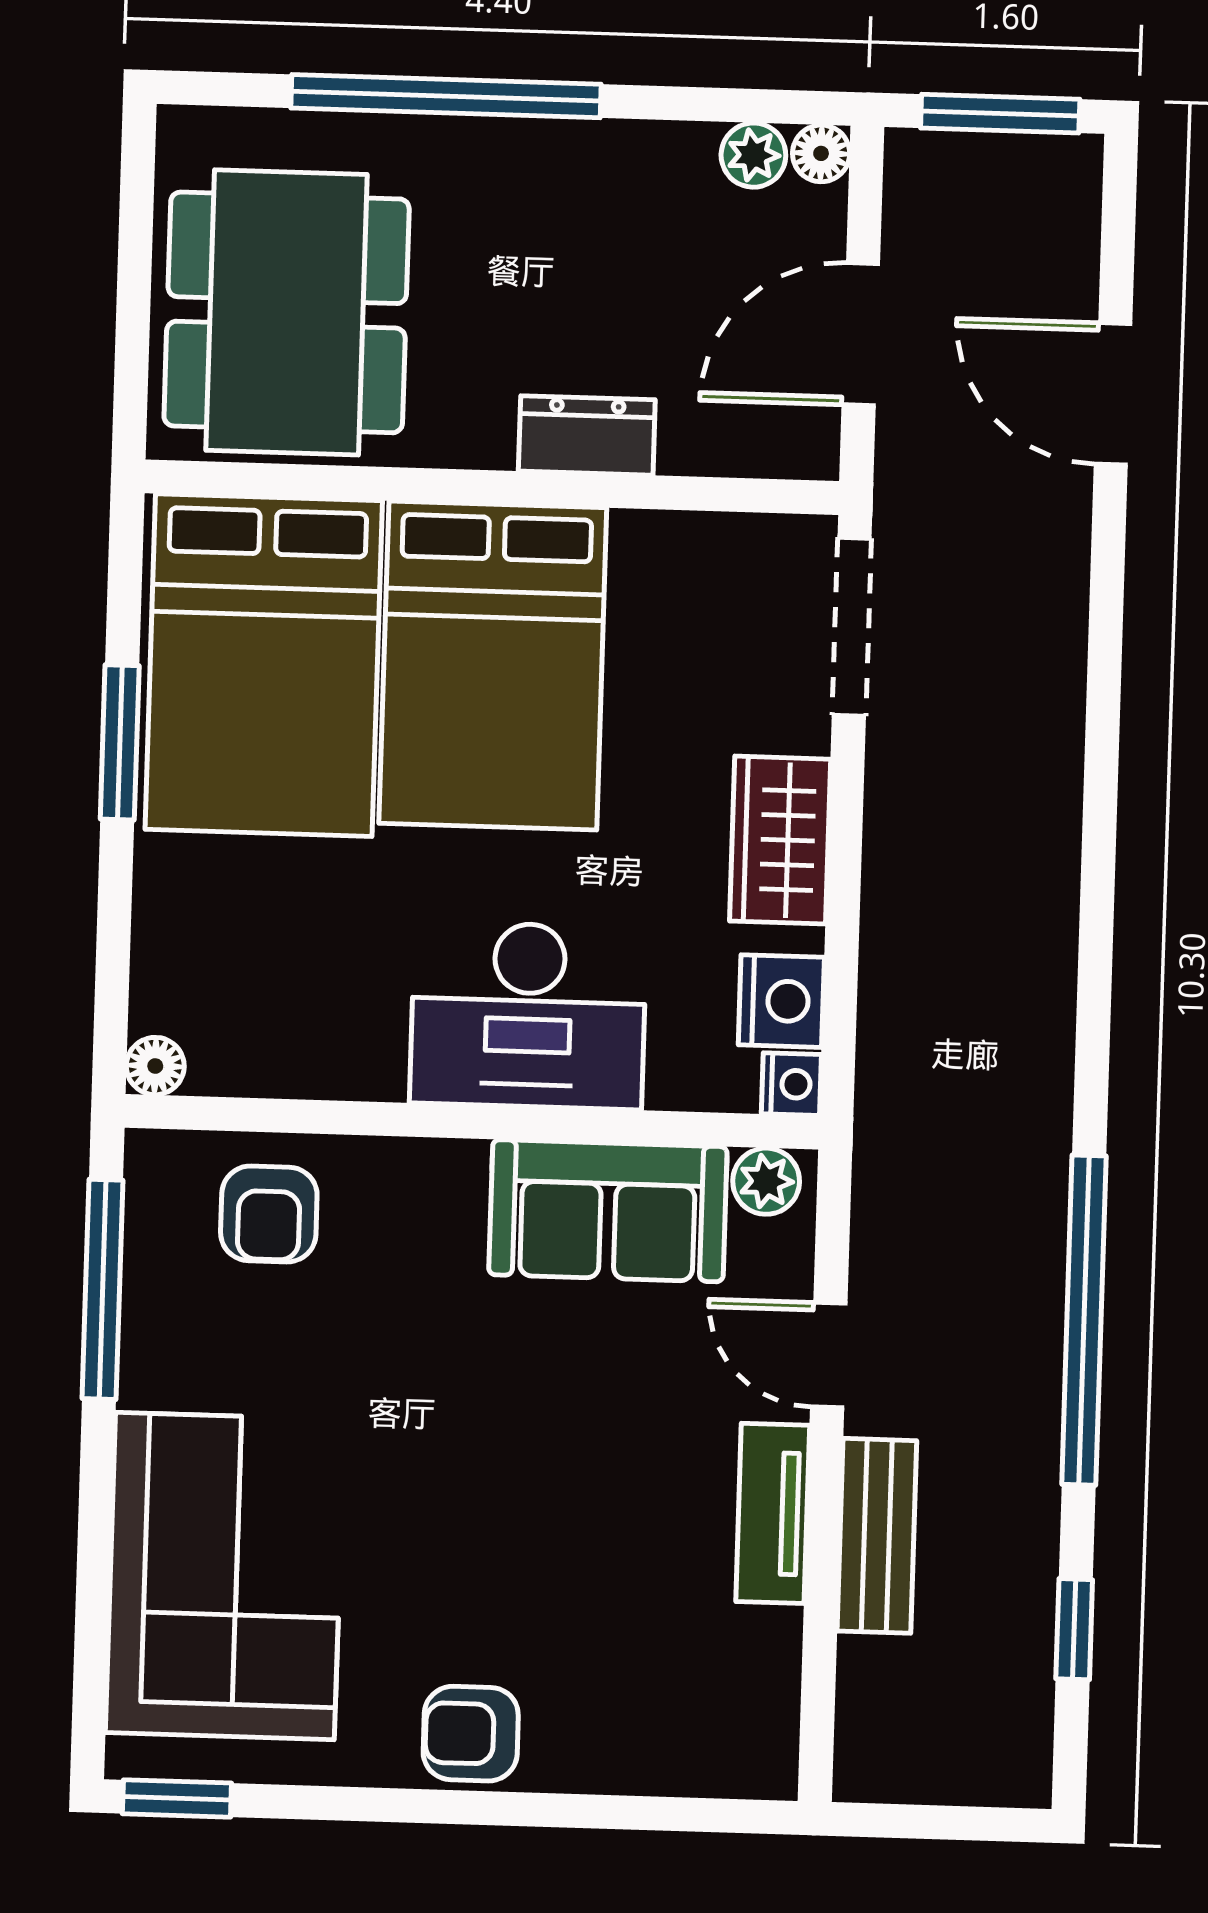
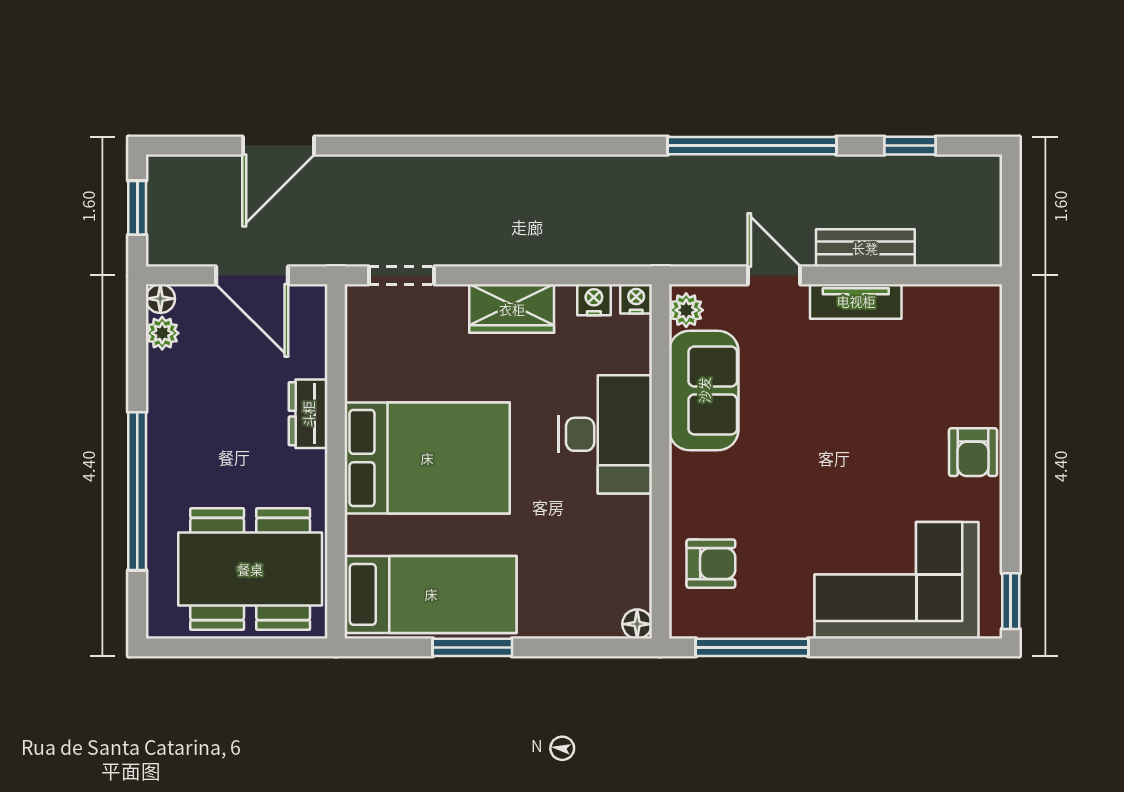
window: (1000, 114) -> (137, 208), width x0.67
doorway: (852, 627) -> (402, 275), width x0.73
bed: (264, 665) -> (431, 594), width x0.67
nightstand: (781, 1001) -> (594, 300), width x0.72, depth x0.74
door: (829, 1355) -> (774, 275), swing flipped

